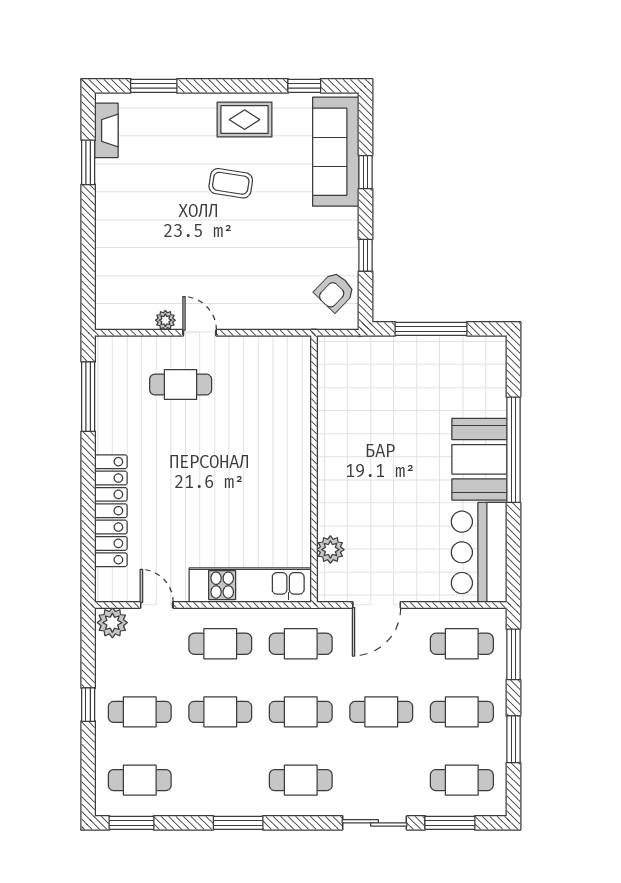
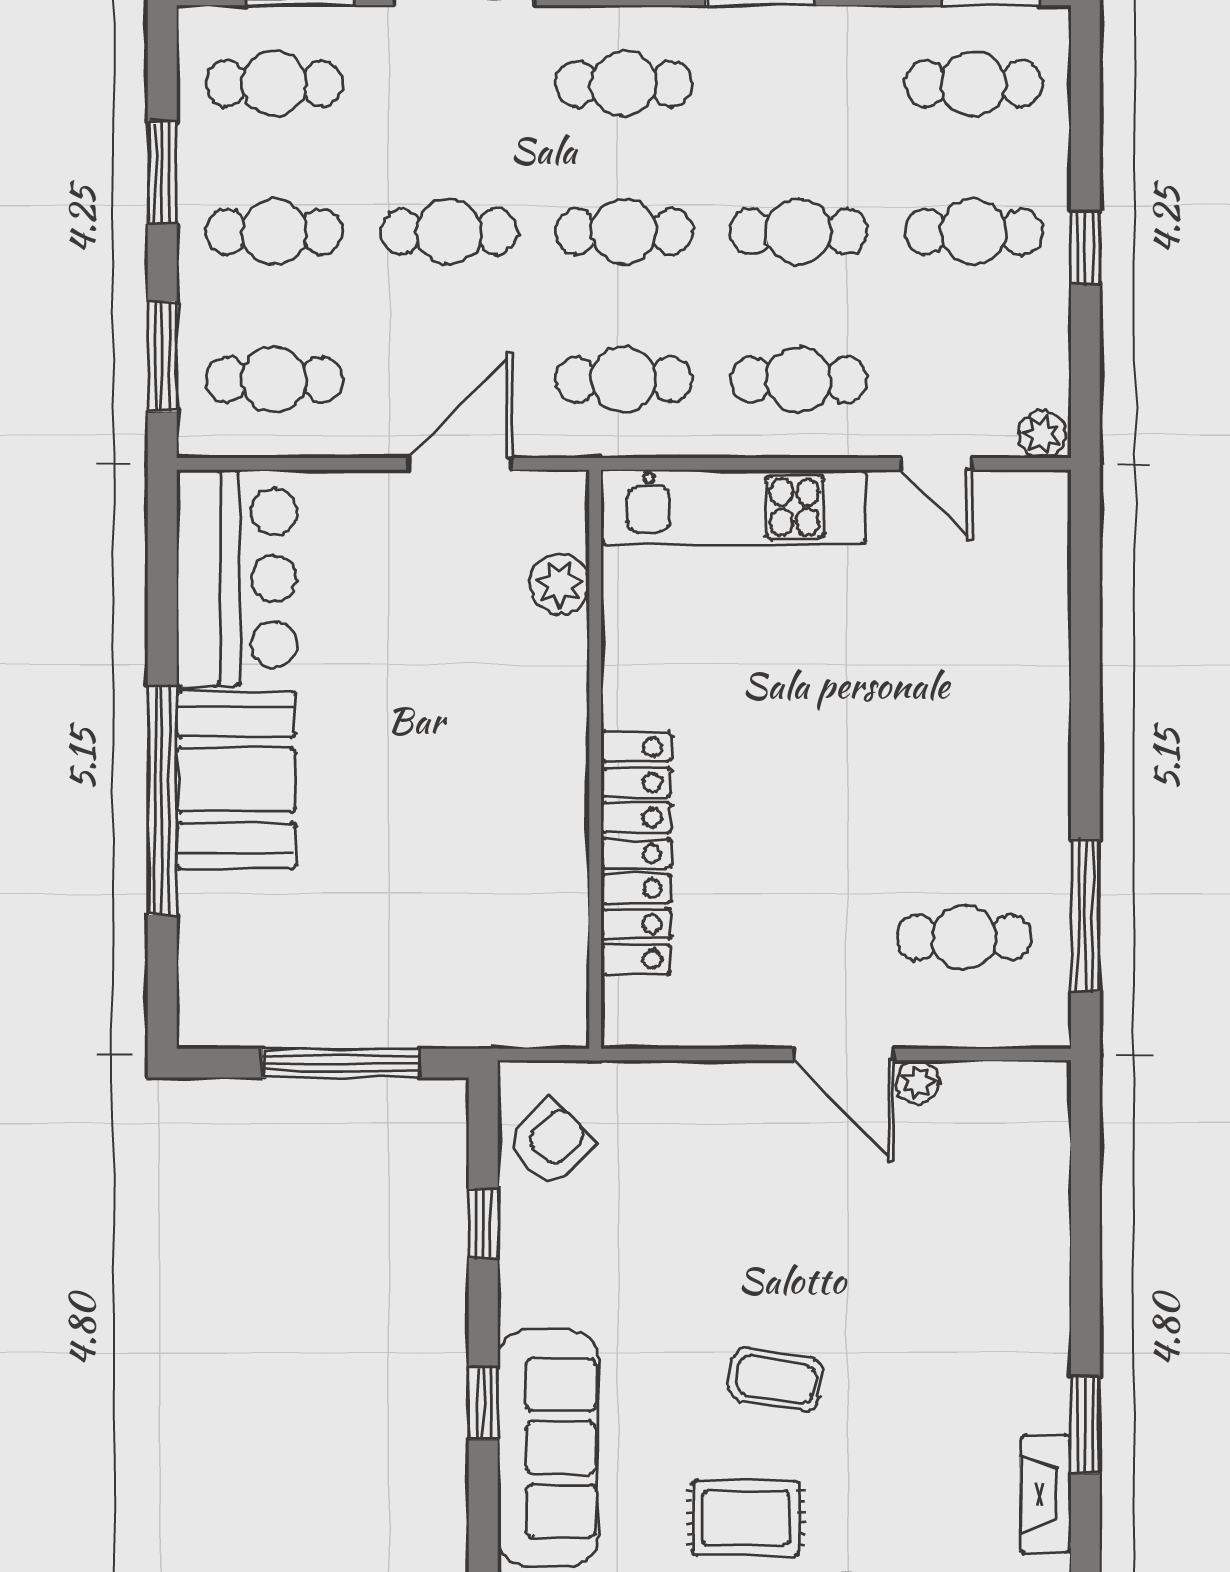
door: (200, 333) -> (843, 1054), width x1.38
cafe table: (181, 385) -> (964, 937), moved
locker: (111, 511) -> (636, 853), moved, turned 180
plant: (112, 623) -> (1042, 434), width x0.73, depth x0.73

